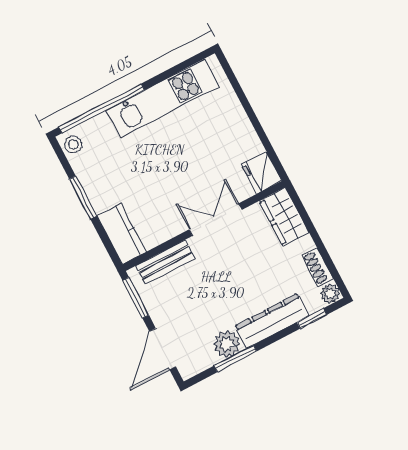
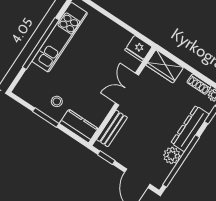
window: (102, 108) -> (41, 44), moved
stool: (73, 144) -> (57, 101), moved
window: (136, 298) -> (106, 158), width x0.67
window: (235, 359) -> (181, 161), width x2.11

